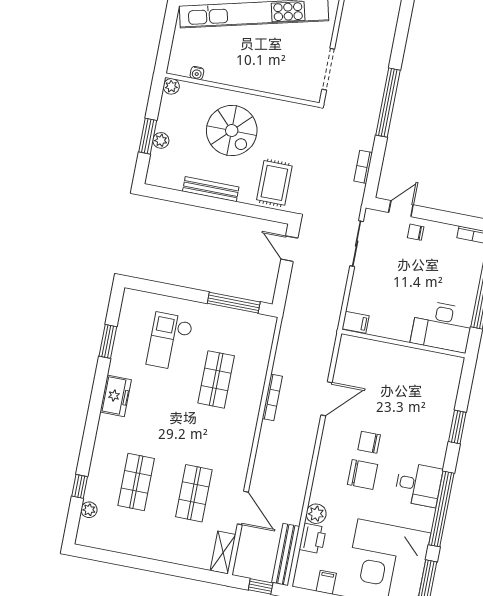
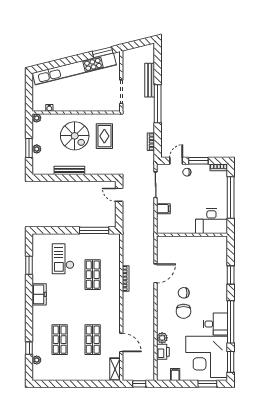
rug: (274, 183) -> (104, 136), moved
window: (440, 216) -> (198, 161), added
filing cabinet: (356, 322) -> (163, 209), moved
chair: (363, 474) -> (184, 311), turned 90
desk: (418, 484) -> (215, 324), moved
bench: (286, 554) -> (150, 80), moved

